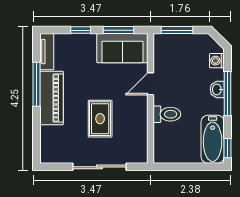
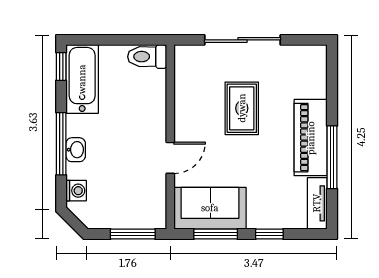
toilet: (167, 114) -> (147, 57), moved

